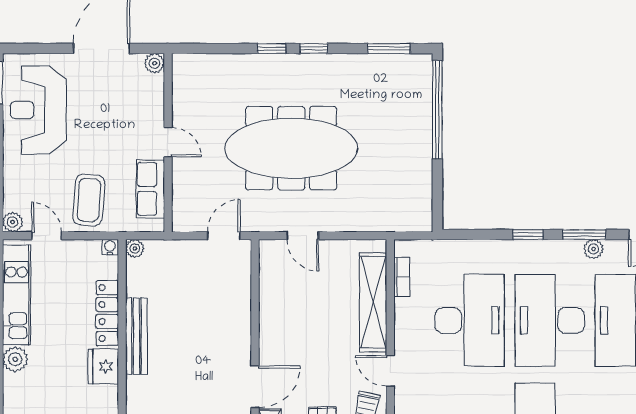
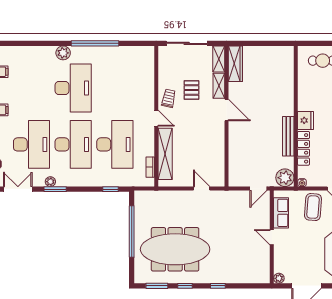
window: (314, 48) -> (185, 286), moved
window: (437, 110) -> (132, 231), moved
meeting table: (291, 148) -> (175, 249), moved
window: (528, 235) -> (111, 189), moved
door: (224, 236) -> (258, 189), moved
plant: (135, 248) -> (285, 178), width x1.87, depth x1.87
desk: (470, 320) -> (115, 144), turned 180
door: (255, 387) -> (227, 110), swing flipped

